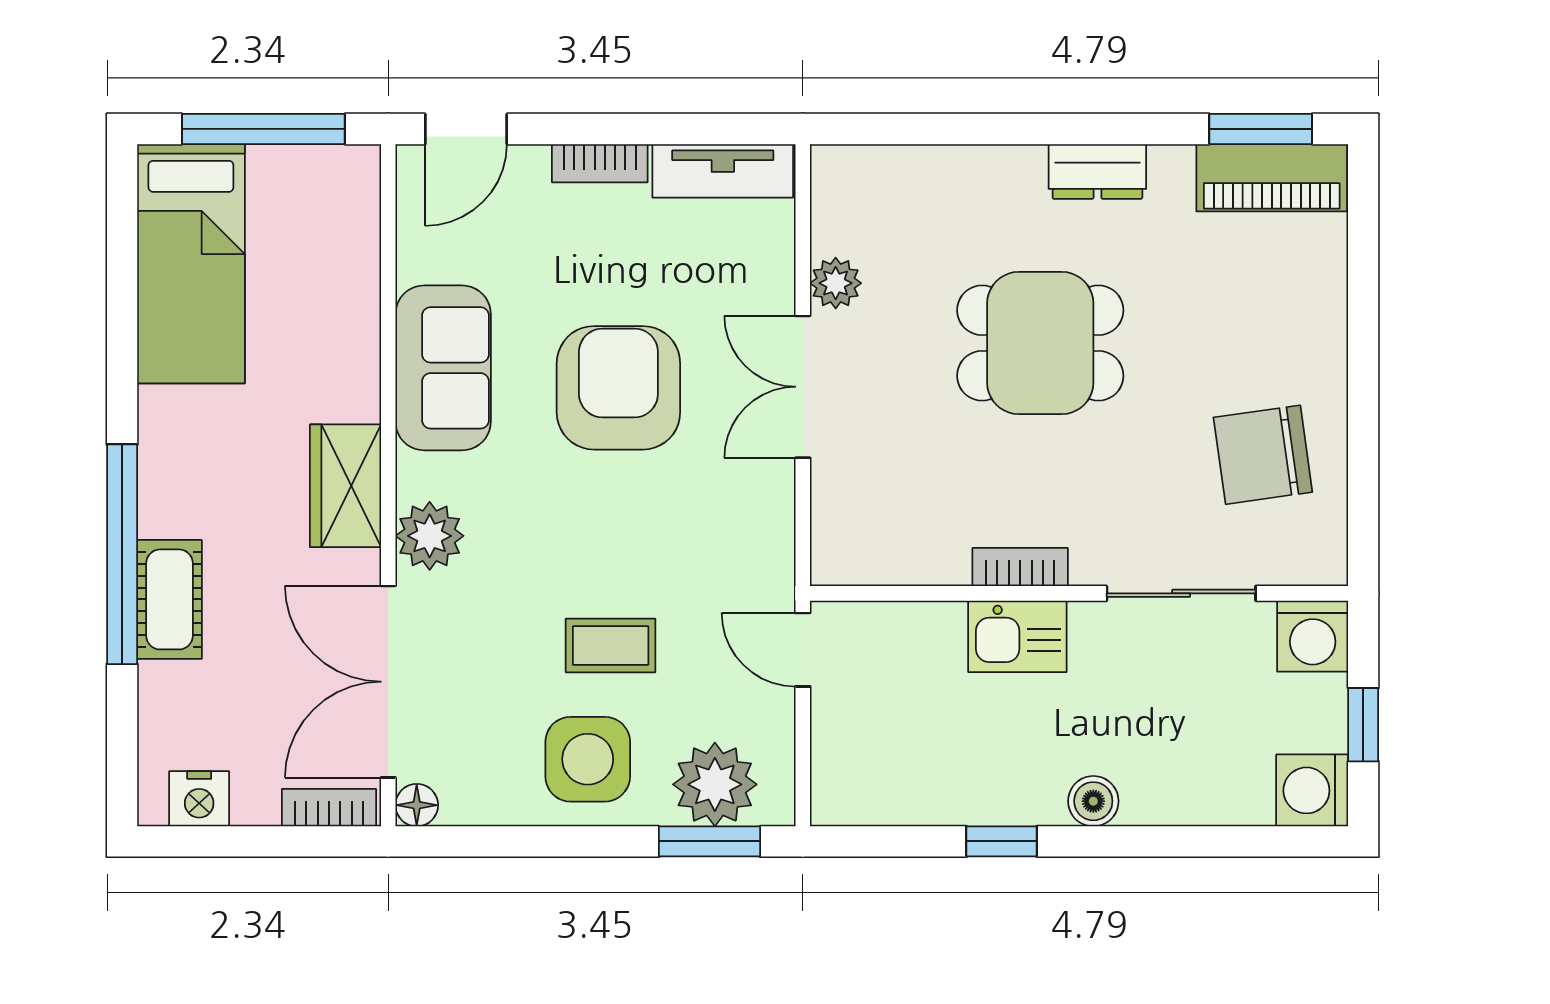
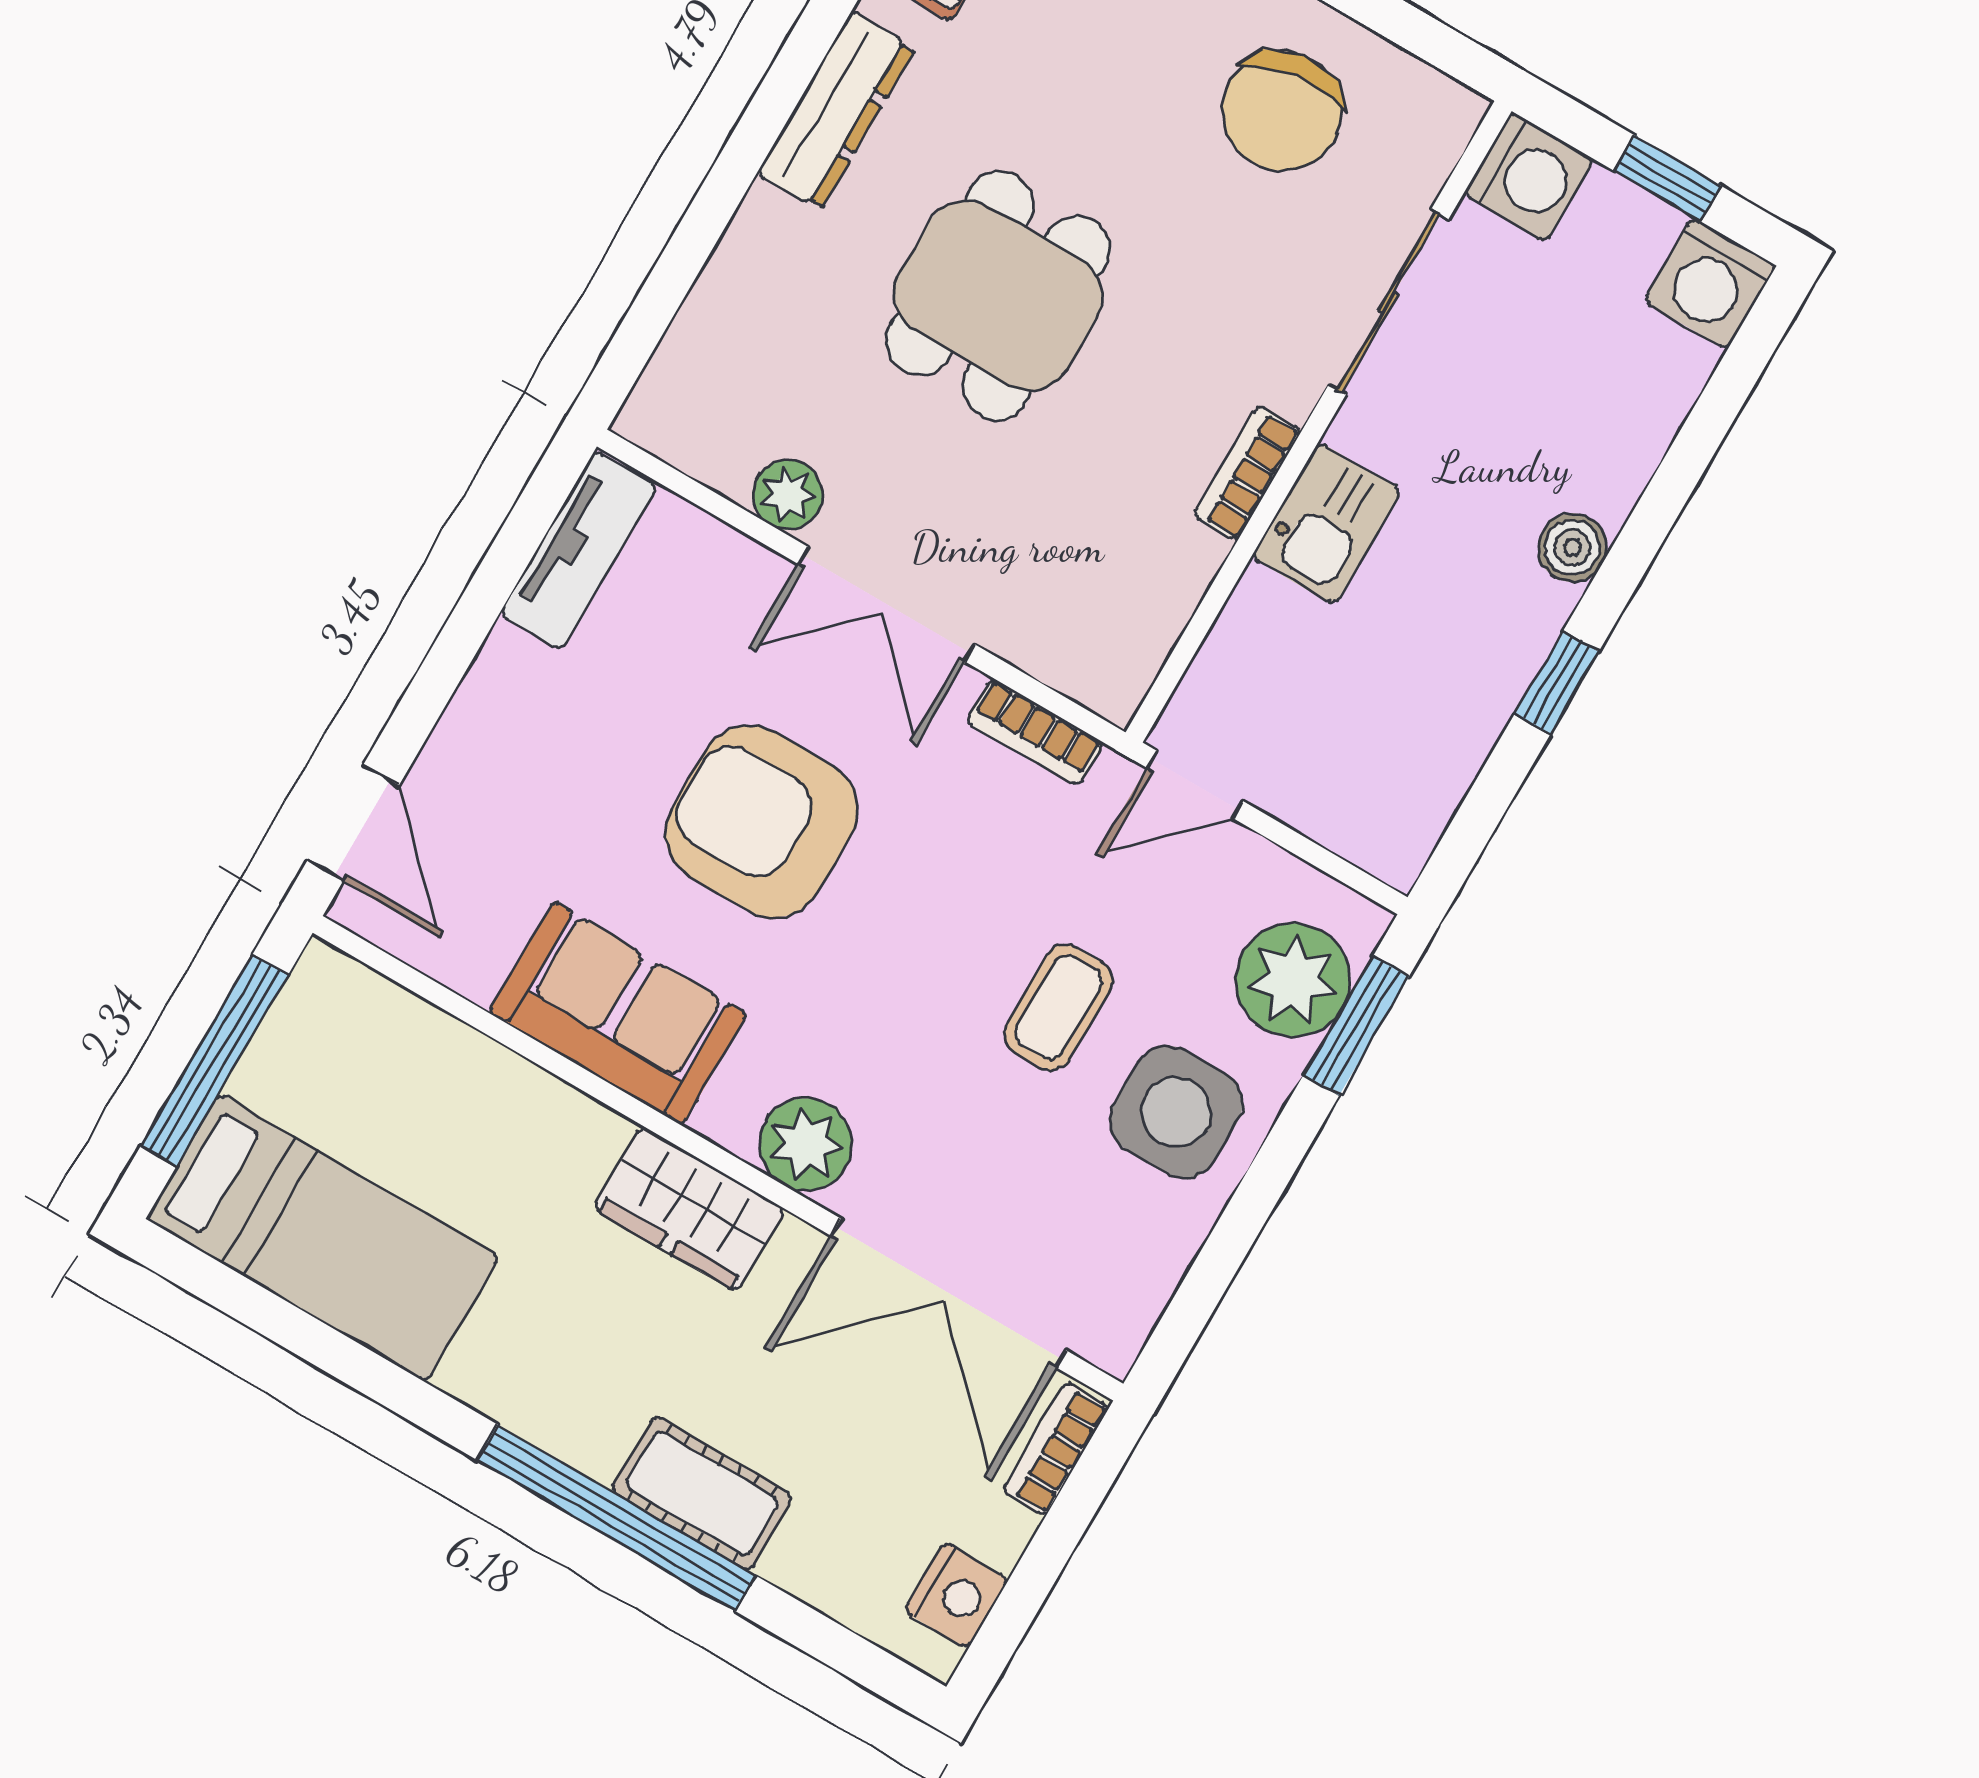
bookcase: (600, 163) -> (1035, 732), moved, turned 90
dresser: (1097, 171) -> (836, 111), width x1.44
floor lamp: (417, 805) -> (1113, 1344), removed

